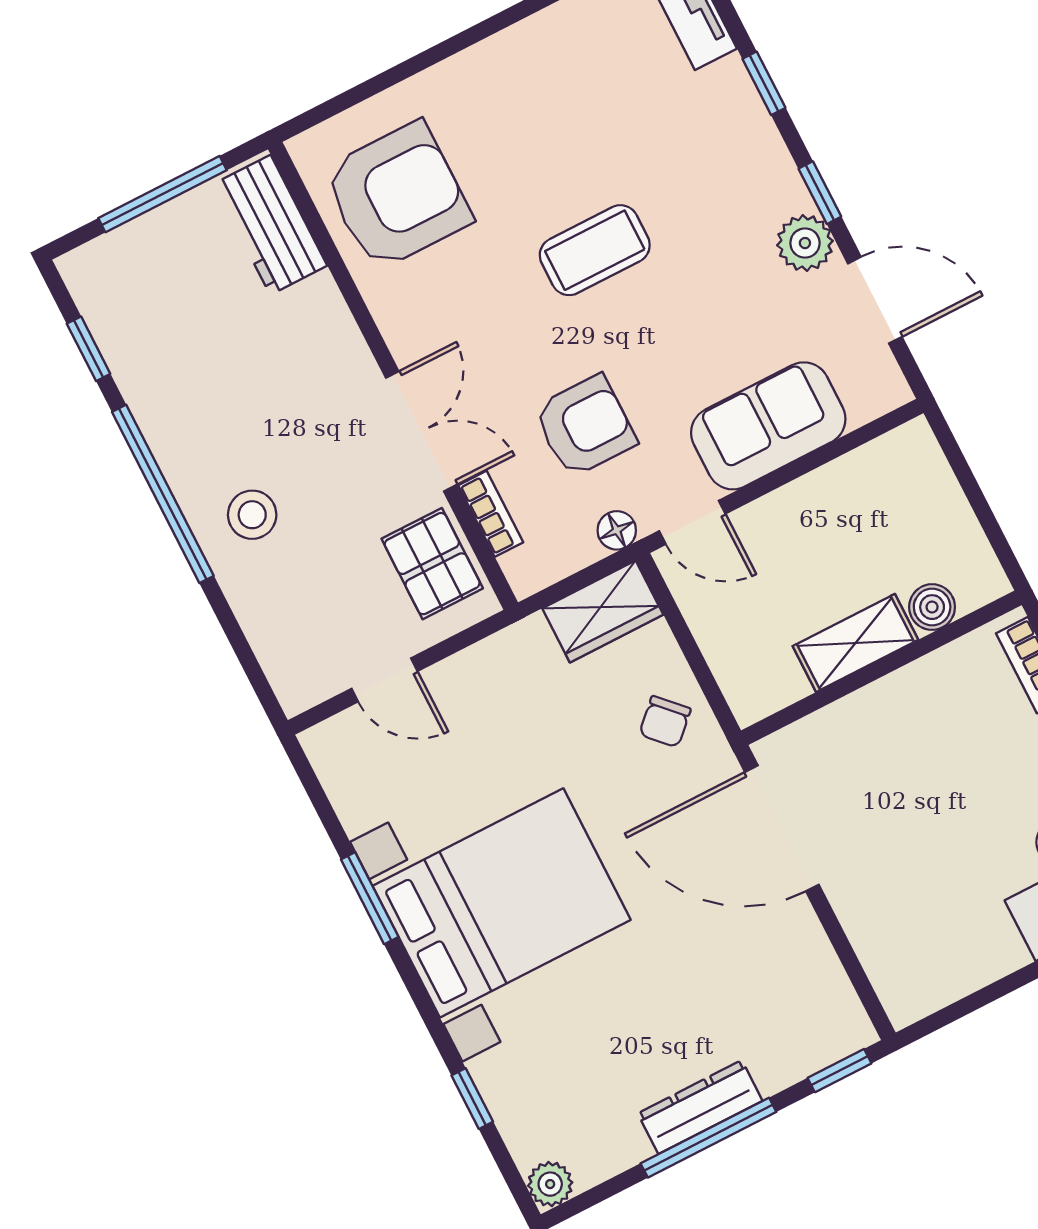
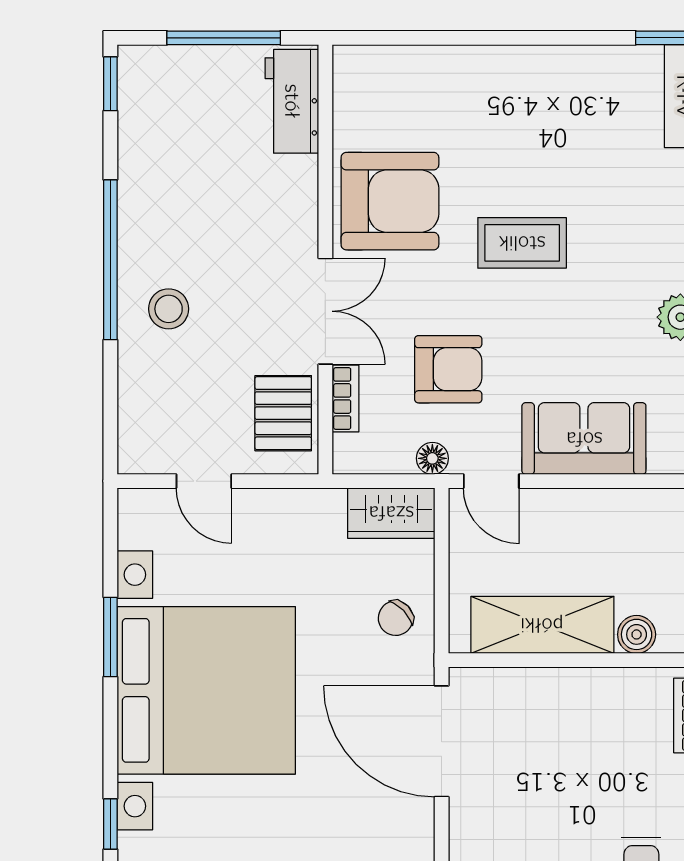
armchair: (397, 196) -> (390, 201), moved
window: (89, 349) -> (110, 84), moved
shelving: (855, 643) -> (542, 625), width x1.50, depth x1.33
bed with nightstands: (502, 903) -> (206, 690), width x1.36

